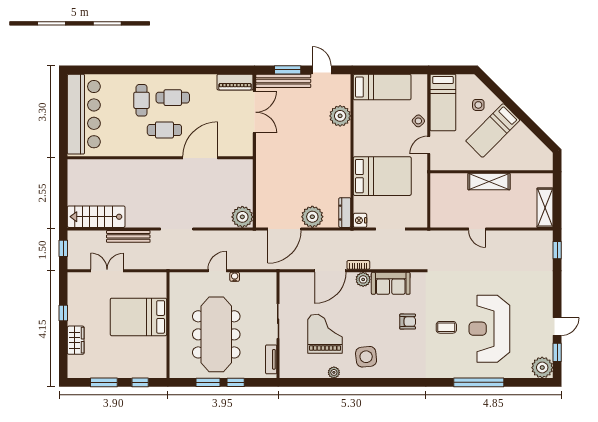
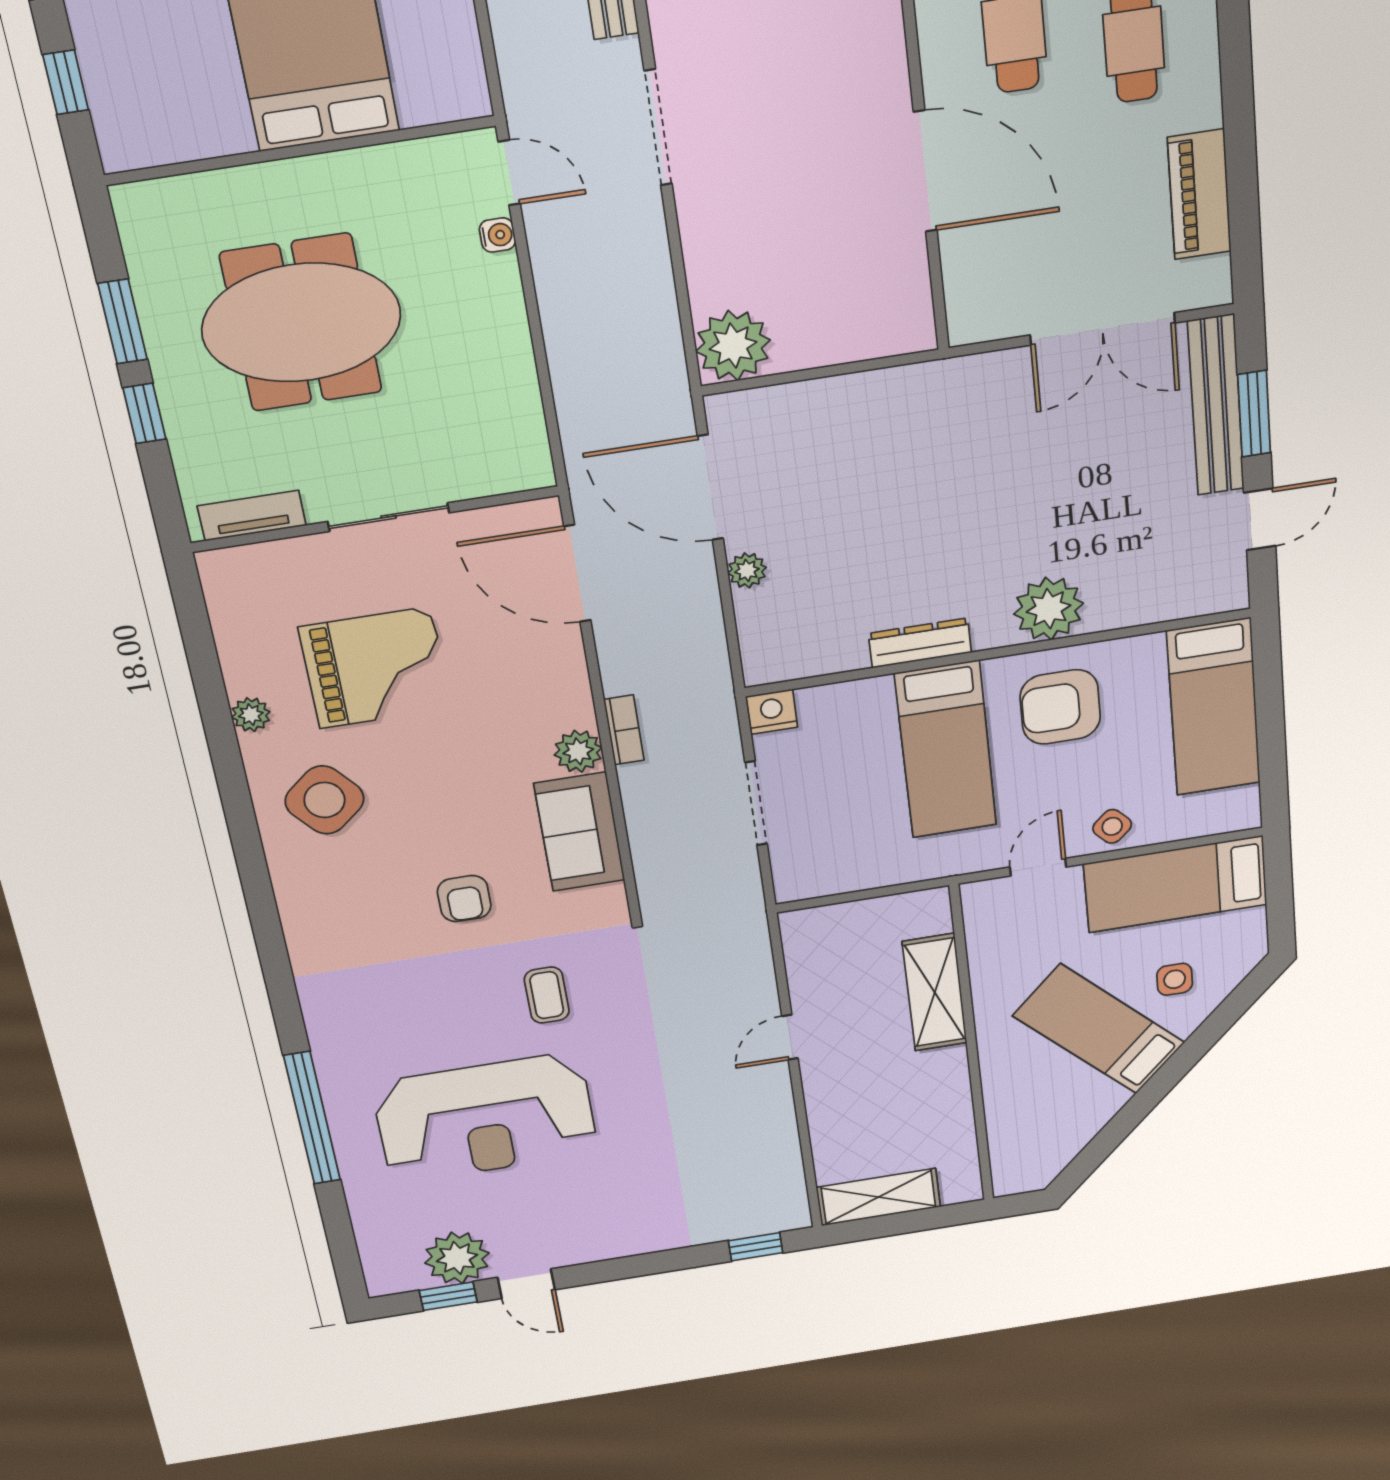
piano: (235, 82) -> (1199, 195), moved
plant: (340, 116) -> (1049, 609), moved
armchair: (374, 134) -> (1060, 707), added
door: (429, 145) -> (1038, 867), hinge flipped
bed: (382, 176) -> (946, 750), width x0.67
shelving: (489, 182) -> (935, 992), moved
dresser: (345, 213) -> (920, 643), moved
plant: (312, 217) -> (747, 570), width x0.53, depth x0.53
door: (217, 271) -> (509, 173), moved
door: (330, 271) -> (577, 573), moved
water cooler: (235, 277) -> (497, 235), moved
coffee table: (446, 327) -> (547, 995), moved
reception desk: (489, 329) -> (485, 1118), turned 180
meeting table: (216, 334) -> (301, 323), width x0.73
side table: (366, 357) -> (324, 800), turned -34
plant: (542, 368) -> (457, 1258), moved

